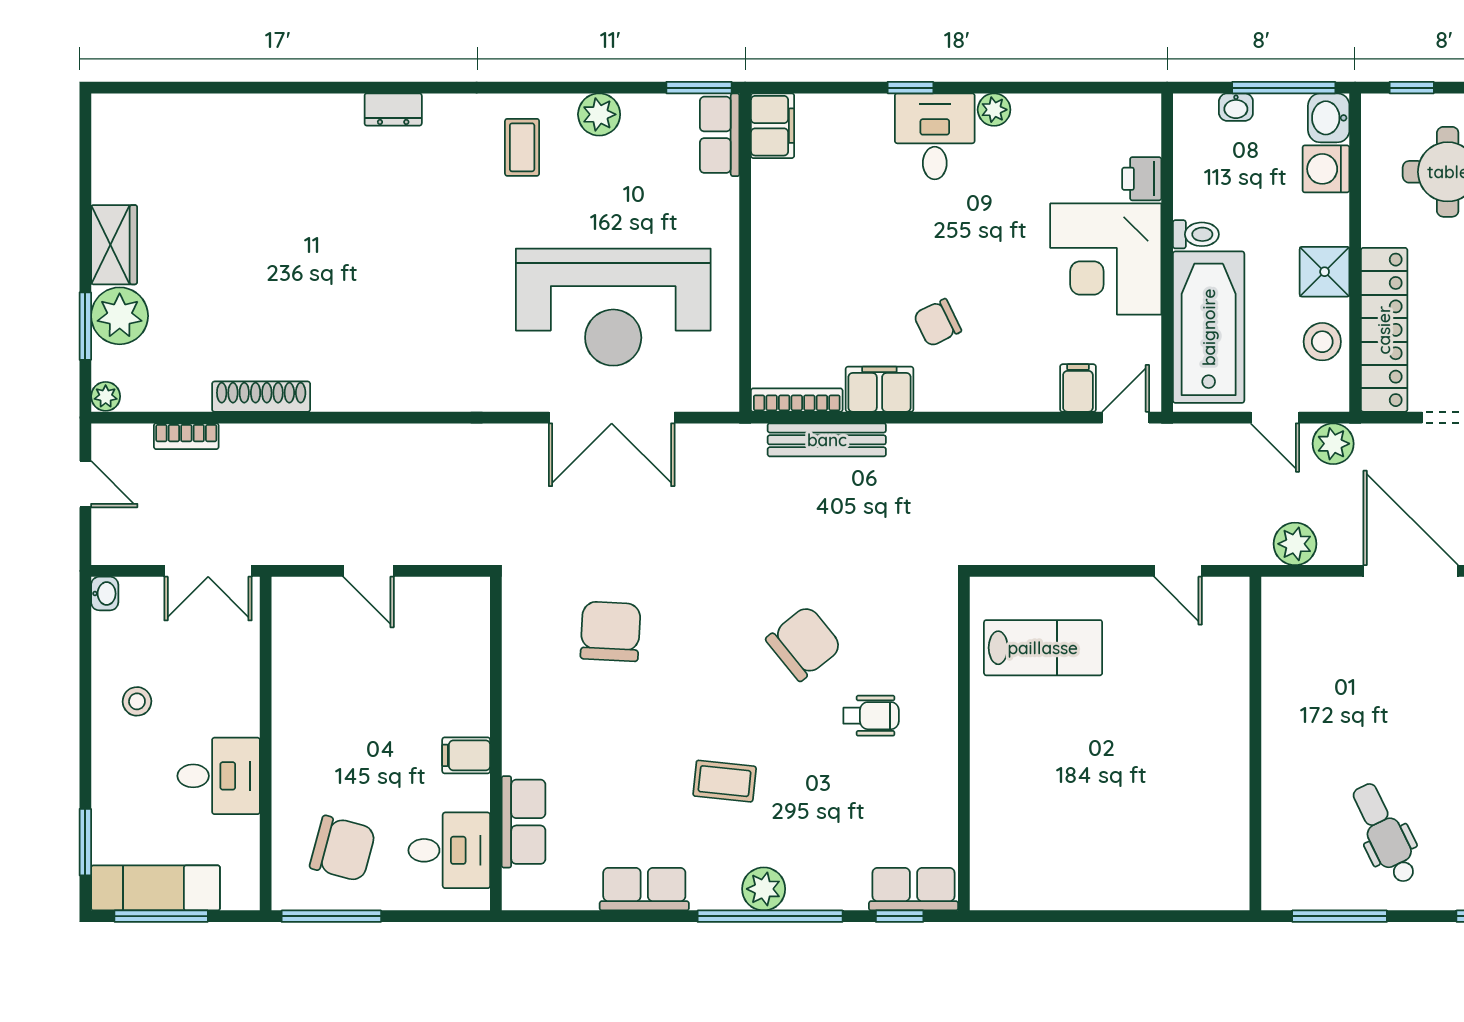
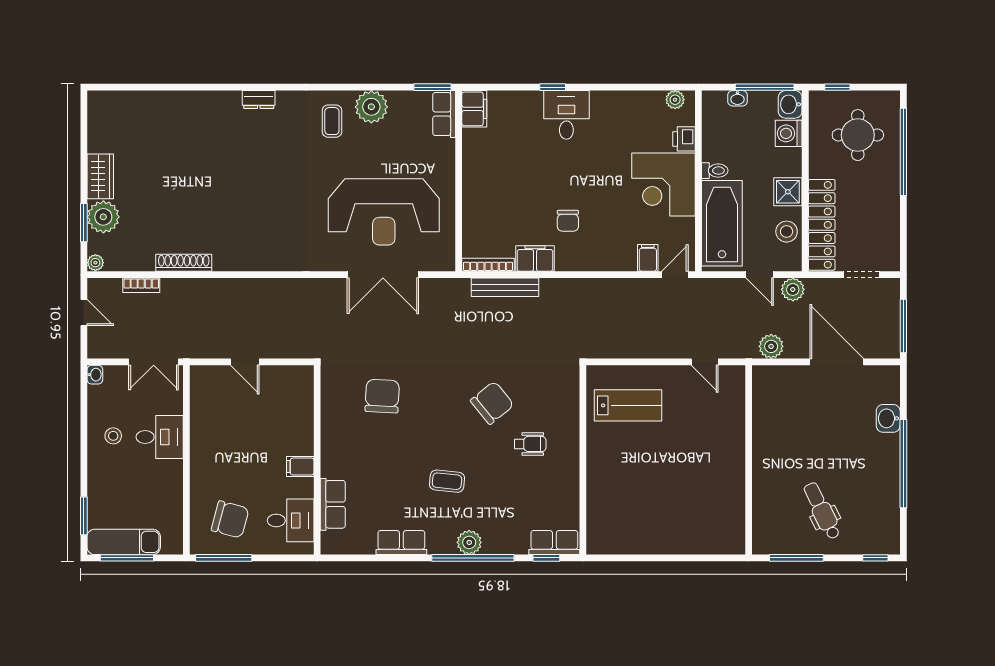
plant: (994, 110) -> (675, 100), moved
plant: (599, 114) -> (371, 107), width x1.36, depth x1.36
chair: (937, 323) -> (568, 221), turned -64
desk: (219, 776) -> (160, 437), moved

